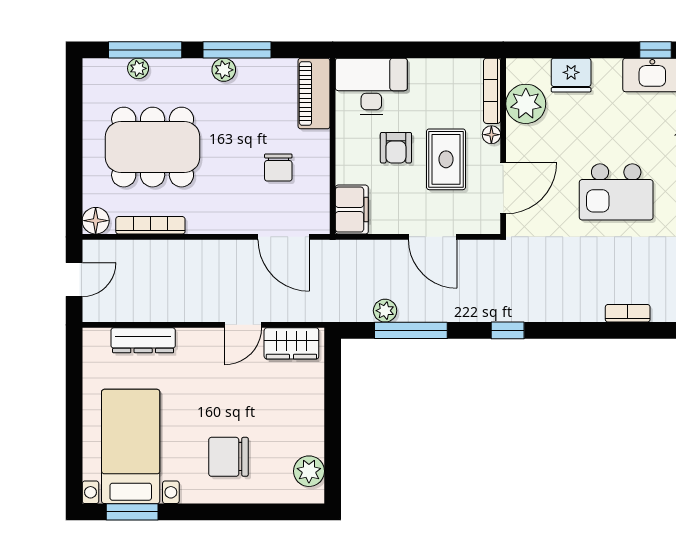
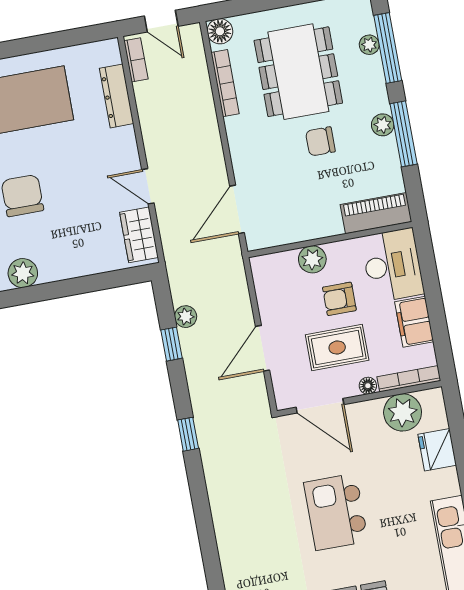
chair: (278, 168) -> (320, 141), moved
plant: (350, 168) -> (312, 259), added
filing cabinet: (352, 210) -> (414, 322), moved, turned 90
bookcase: (628, 313) -> (136, 60), moved
window: (411, 330) -> (172, 344), width x0.46

